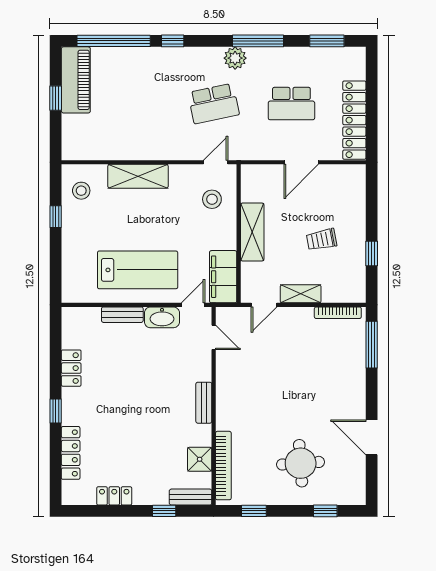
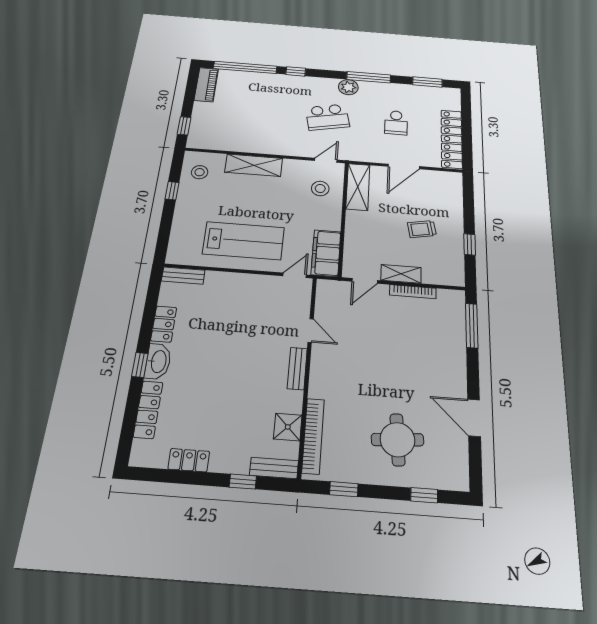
piano: (76, 80) -> (206, 85), width x0.73, depth x0.75
window: (56, 98) -> (184, 126), moved
school desk: (291, 104) -> (396, 123), width x0.54
shelving: (252, 232) -> (358, 187), moved
bookcase: (338, 313) -> (413, 292), moved
bench: (122, 315) -> (183, 276), moved
washbasin: (162, 317) -> (158, 361), moved, turned -90
door: (214, 337) -> (311, 330), moved

